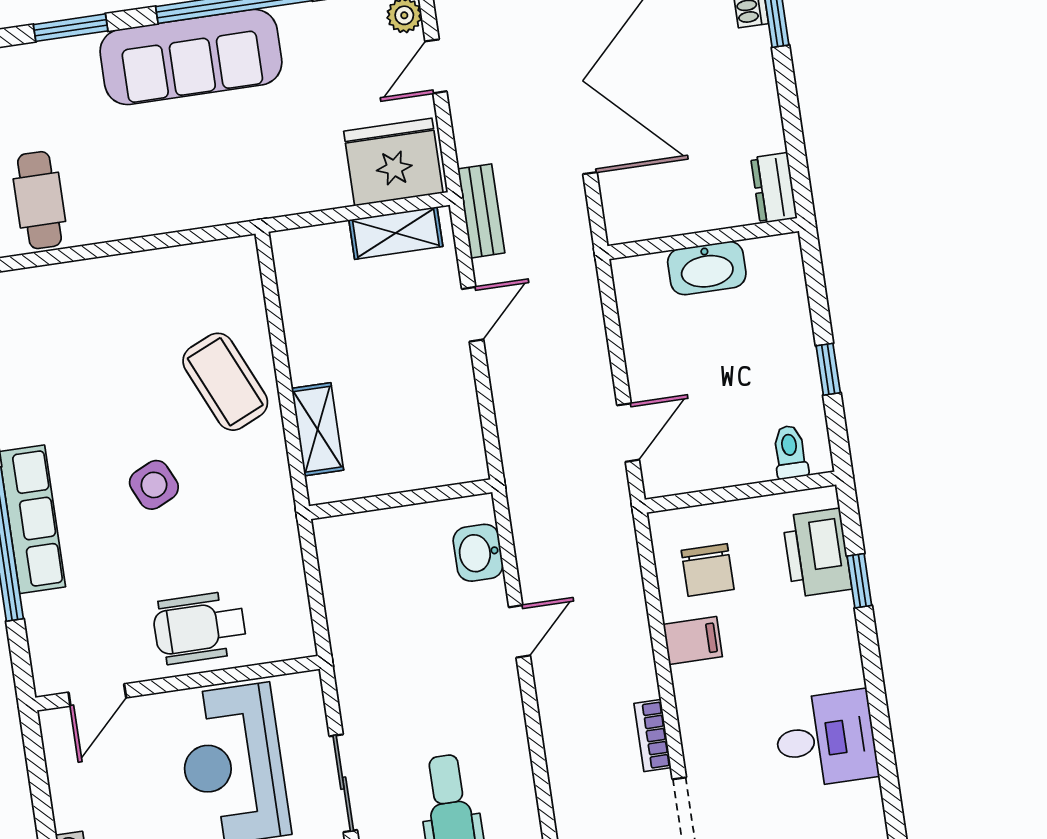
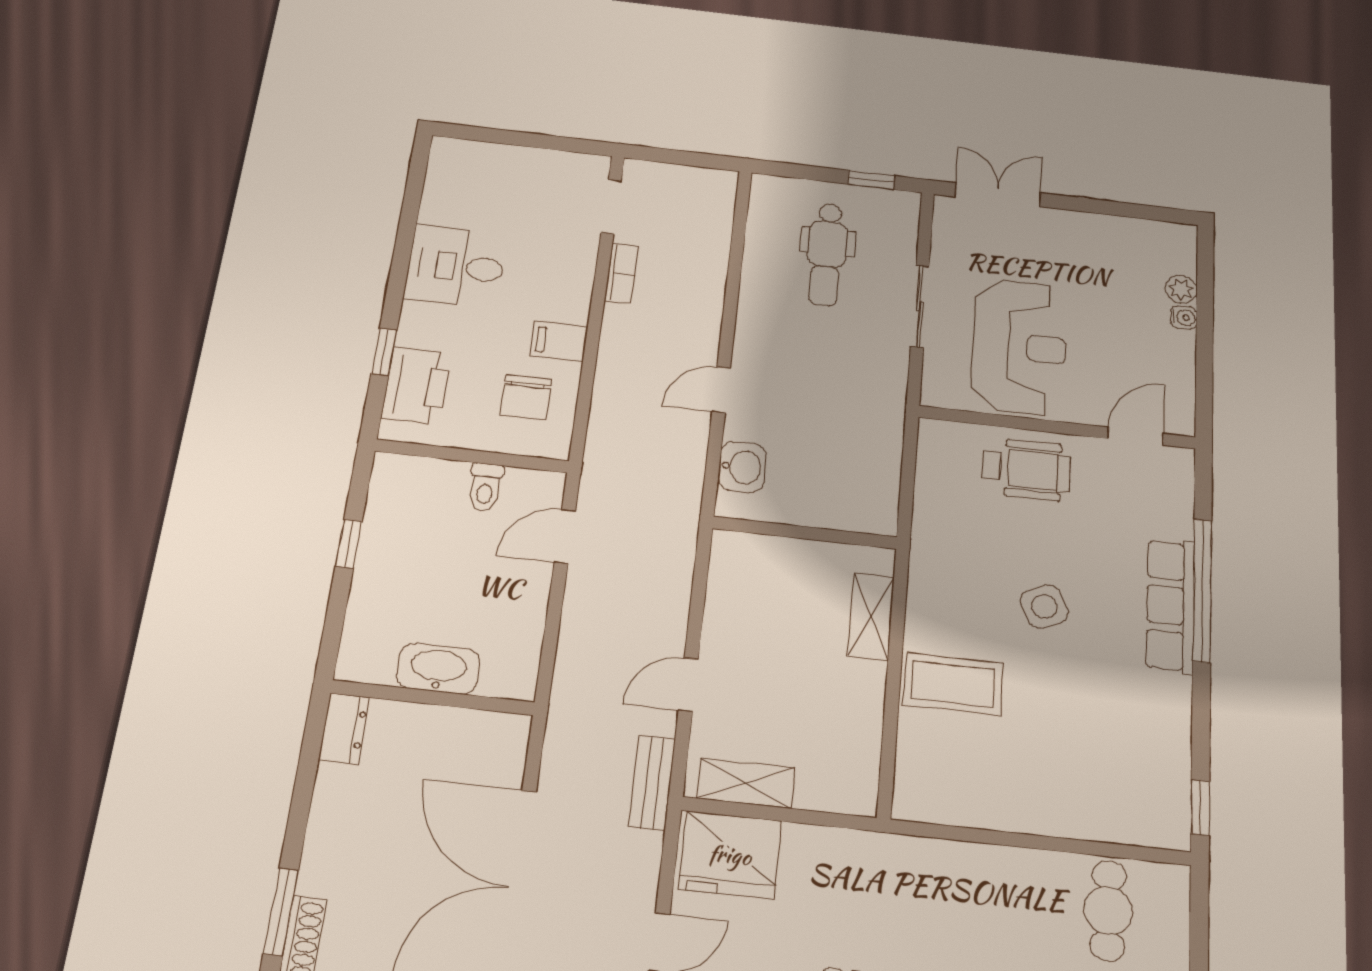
coffee table: (225, 382) -> (953, 684), turned -66
toilet: (790, 452) -> (485, 487), moved
chair: (708, 570) -> (526, 397), turned 180
desk: (825, 739) -> (456, 266), moved

